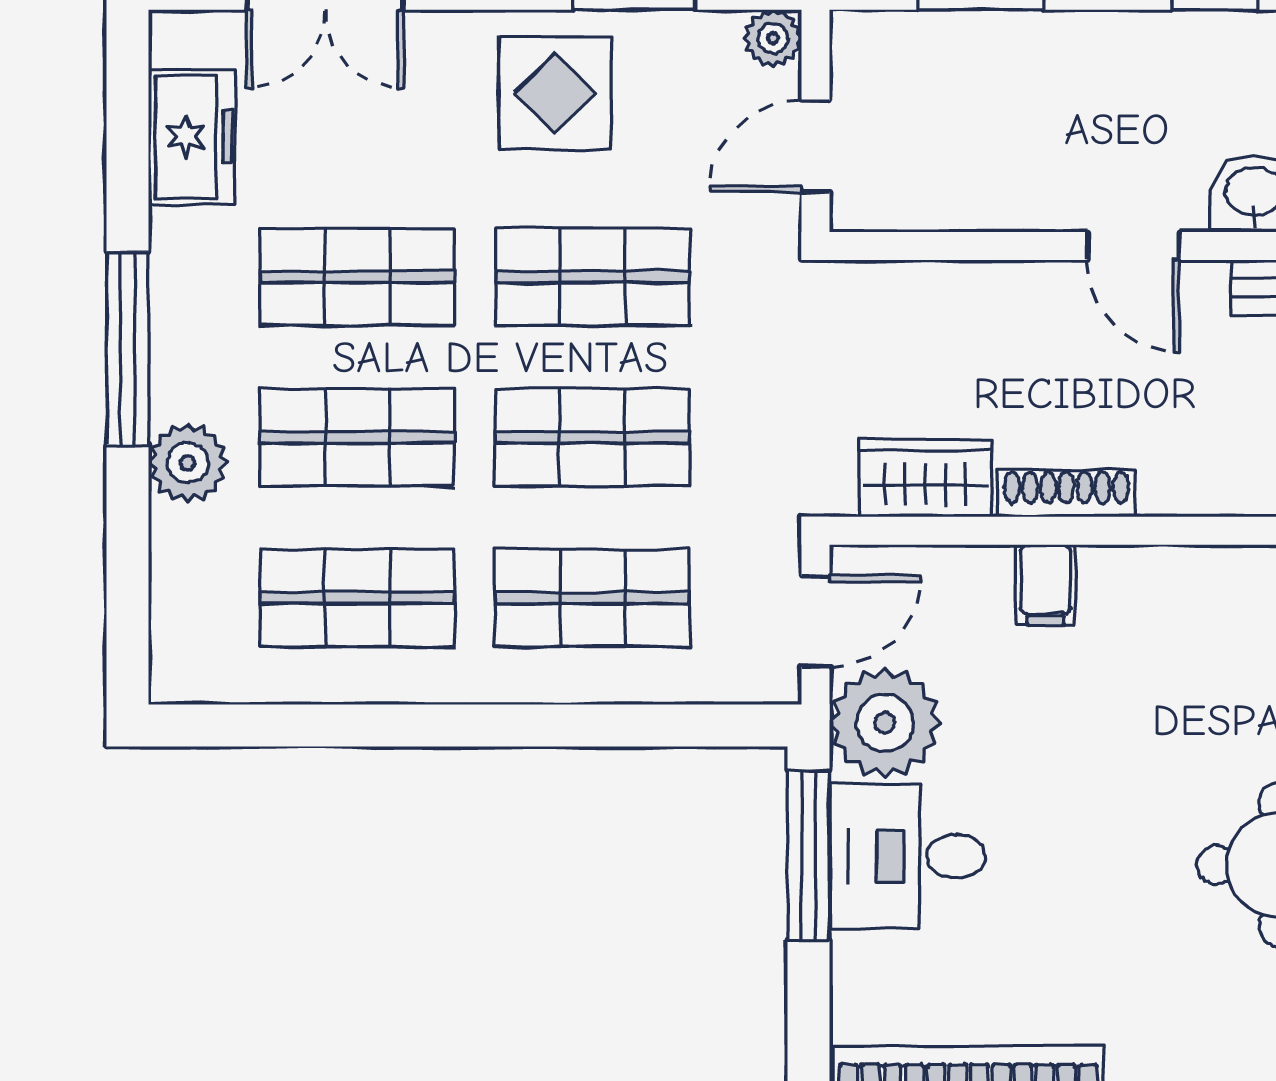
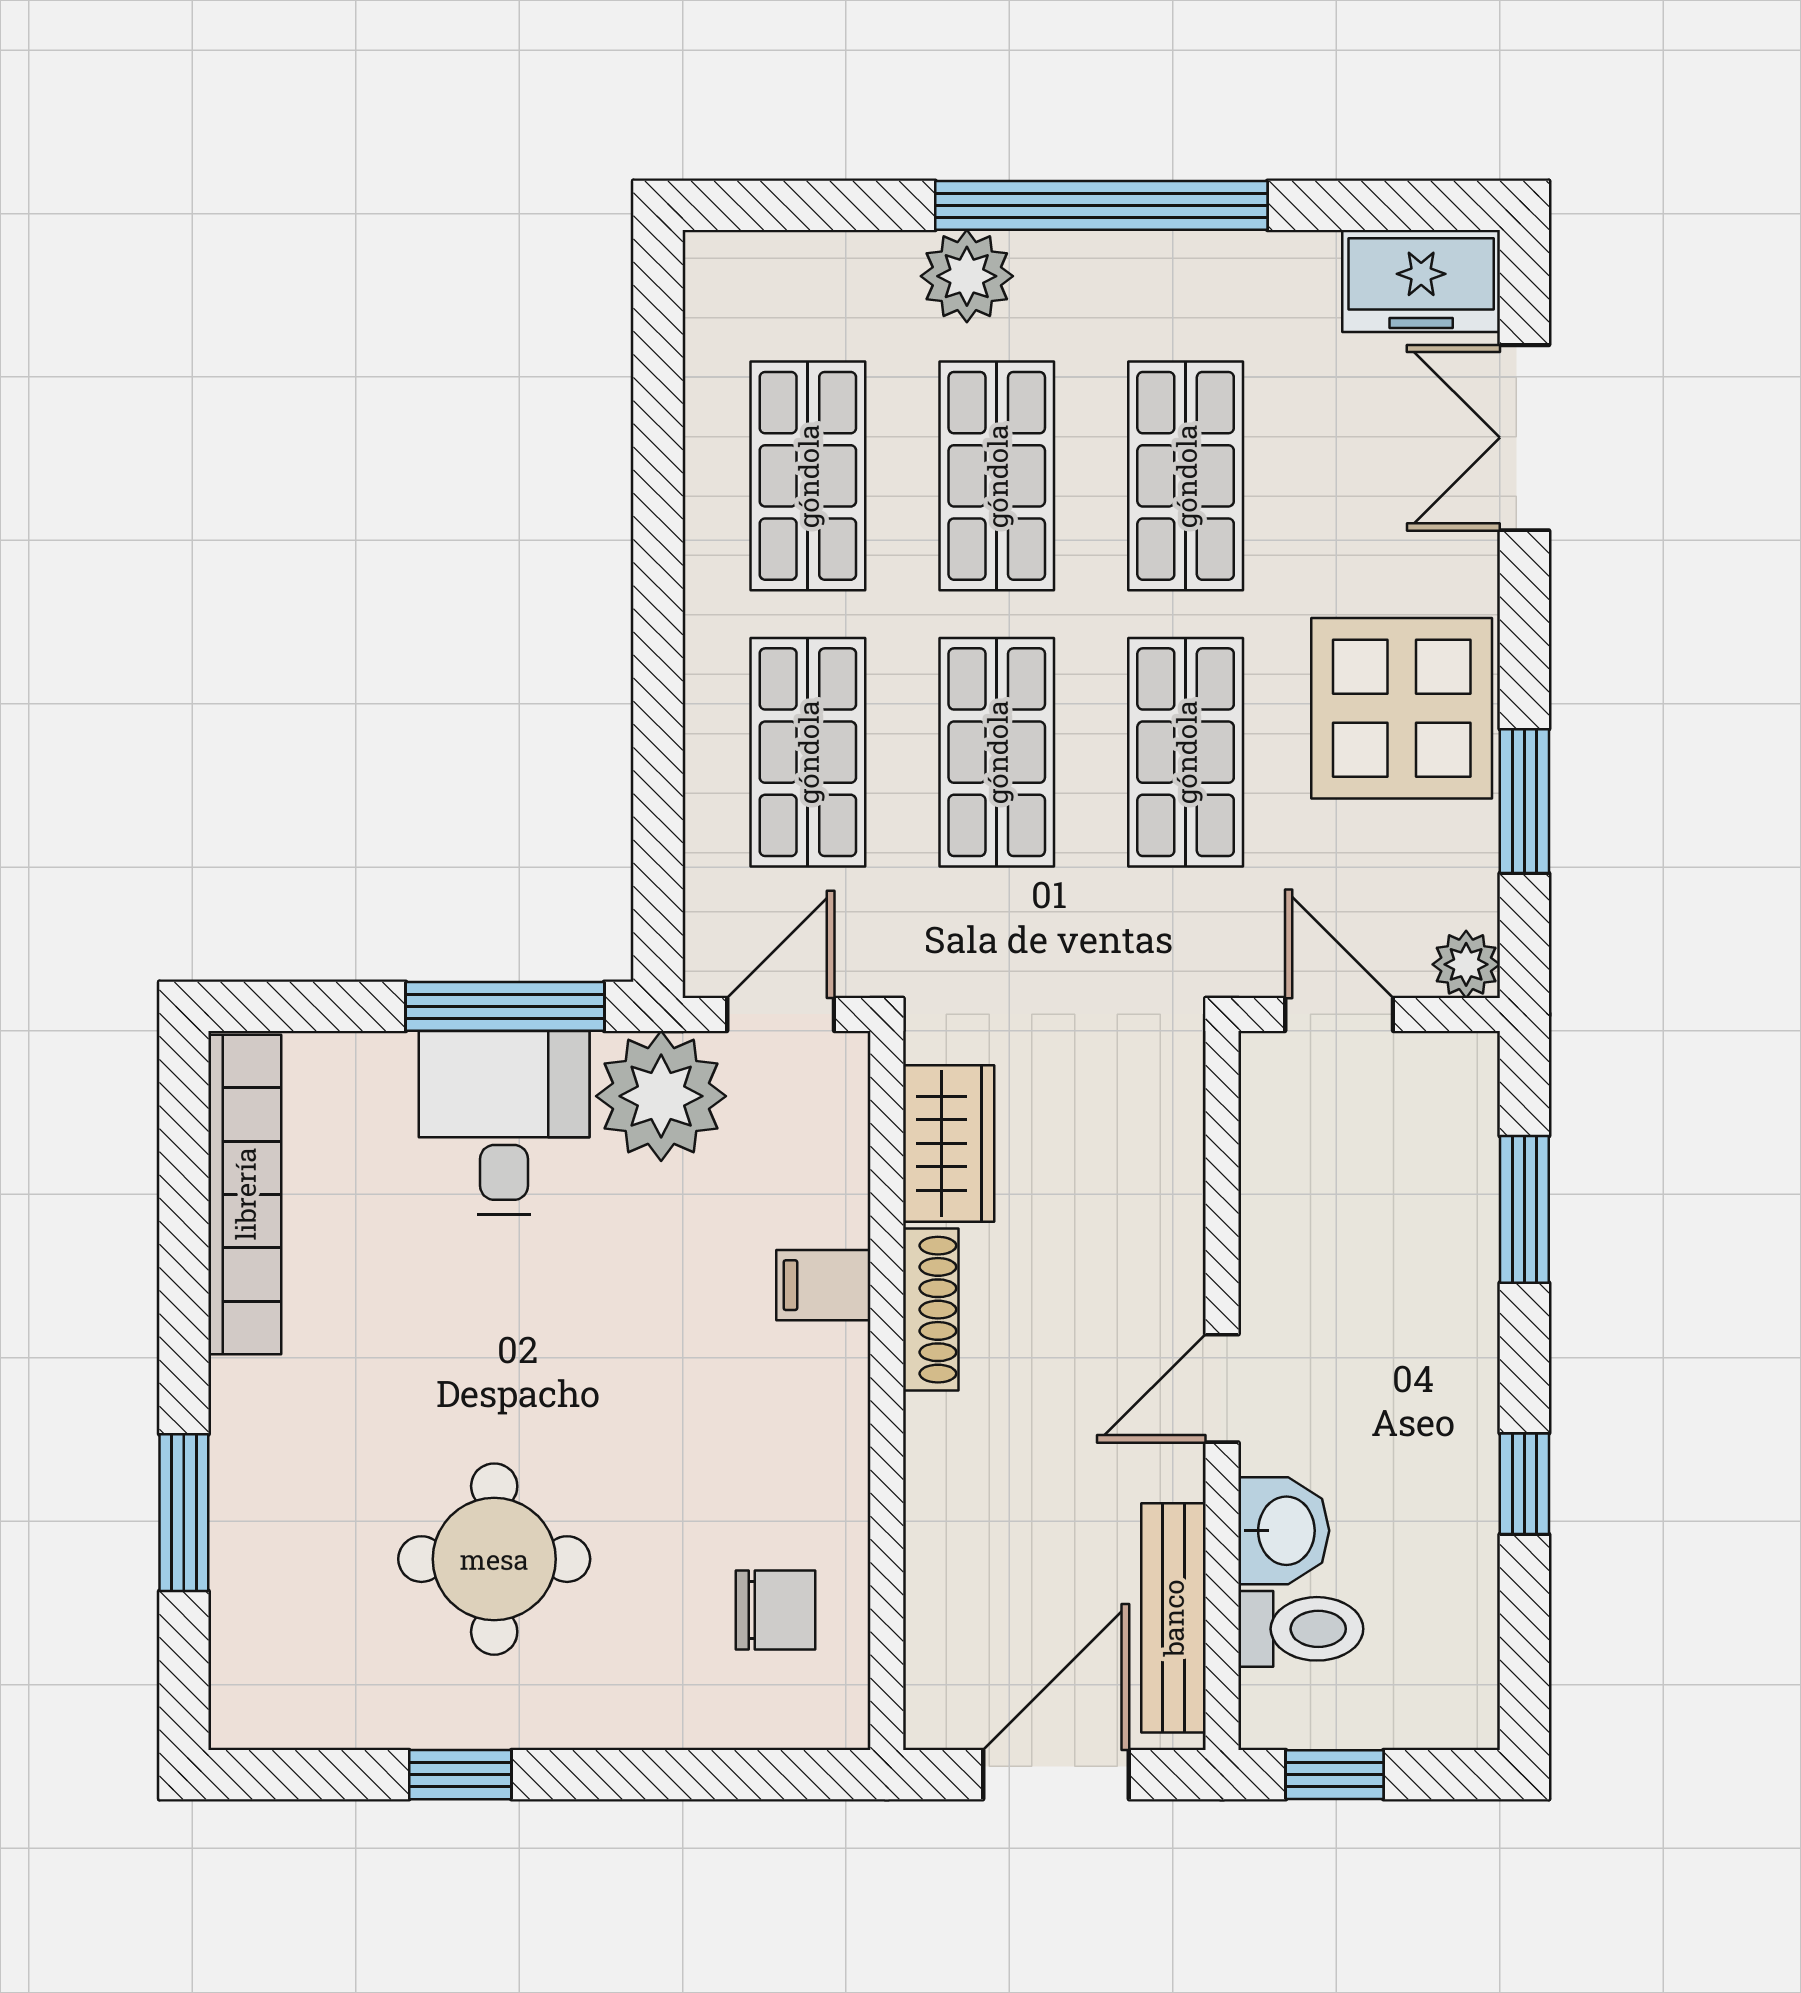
display table: (555, 93) -> (1402, 708), width x1.36, depth x1.36
freezer: (192, 137) -> (1421, 281), moved
window: (127, 348) -> (1101, 205), width x1.46
door: (815, 621) -> (781, 1014), swing flipped

